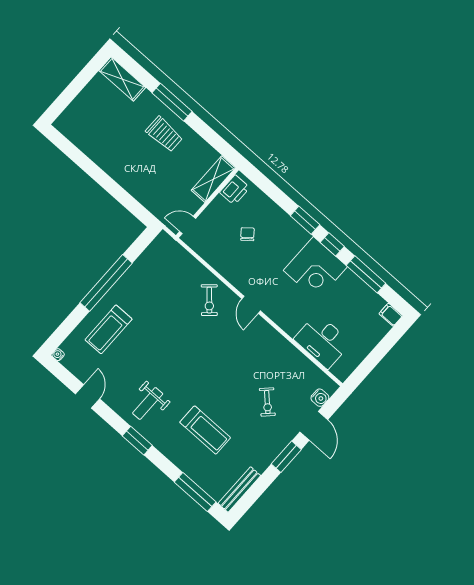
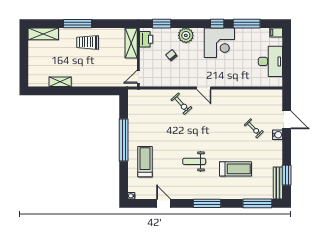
trolley: (164, 134) -> (88, 42), turned 180
shelving: (93, 151) -> (60, 82), added
window: (305, 220) -> (162, 24), moved
plant: (284, 226) -> (186, 35), added
treadmill: (109, 329) -> (145, 162), turned 180
desk: (322, 341) -> (270, 61), moved, turned -90
water cooler: (320, 398) -> (277, 135), moved
weight bench: (148, 403) -> (194, 161), moved, turned 90
window: (137, 441) -> (207, 203), width x1.44
window: (286, 457) -> (287, 175), moved

